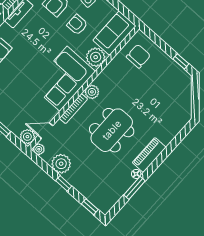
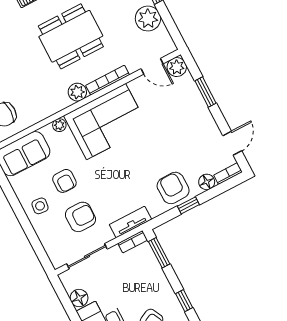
plant: (96, 57) -> (59, 125), width x0.53, depth x0.53
plant: (39, 149) -> (169, 46), removed

